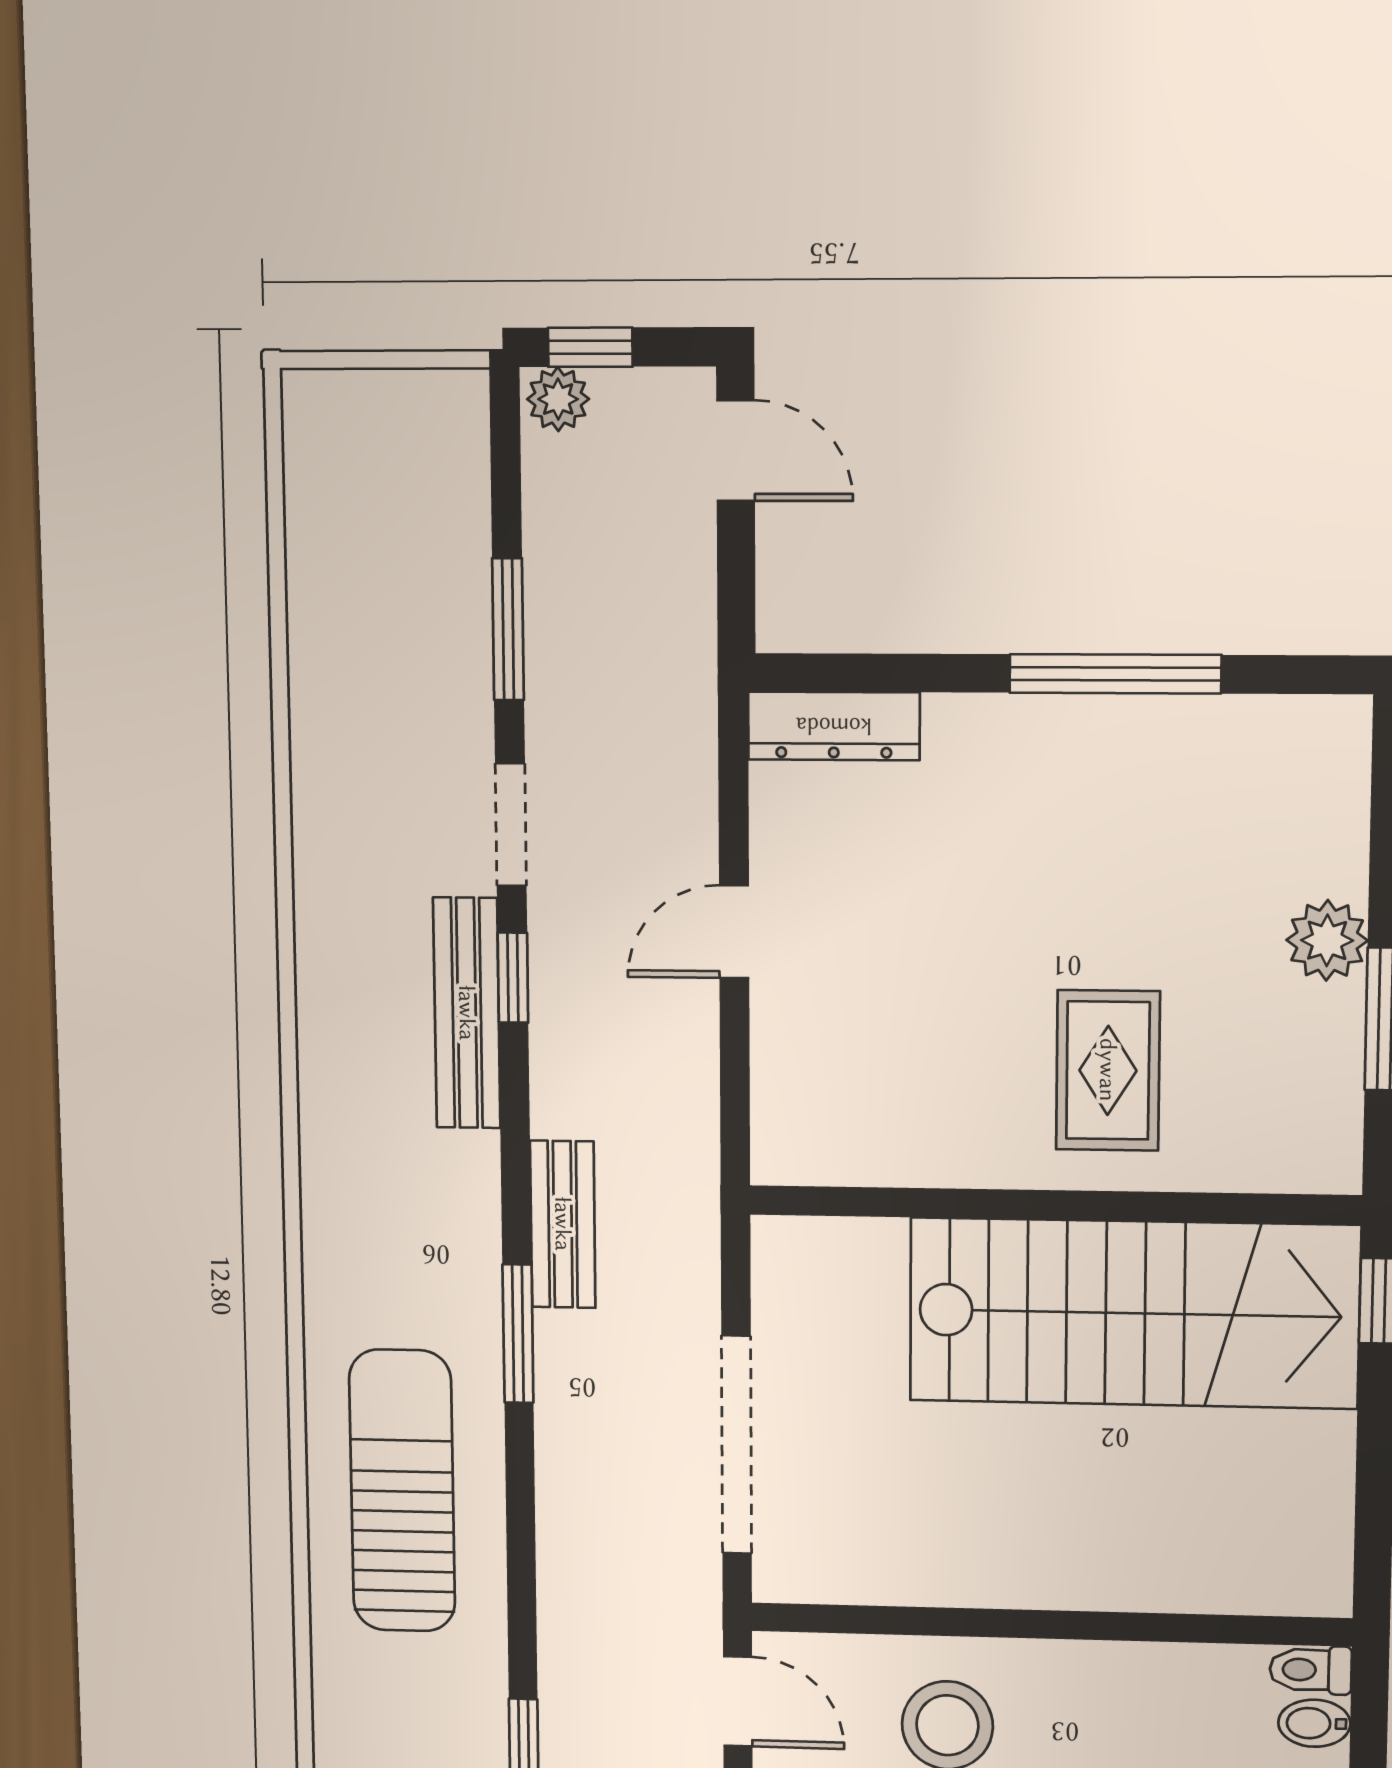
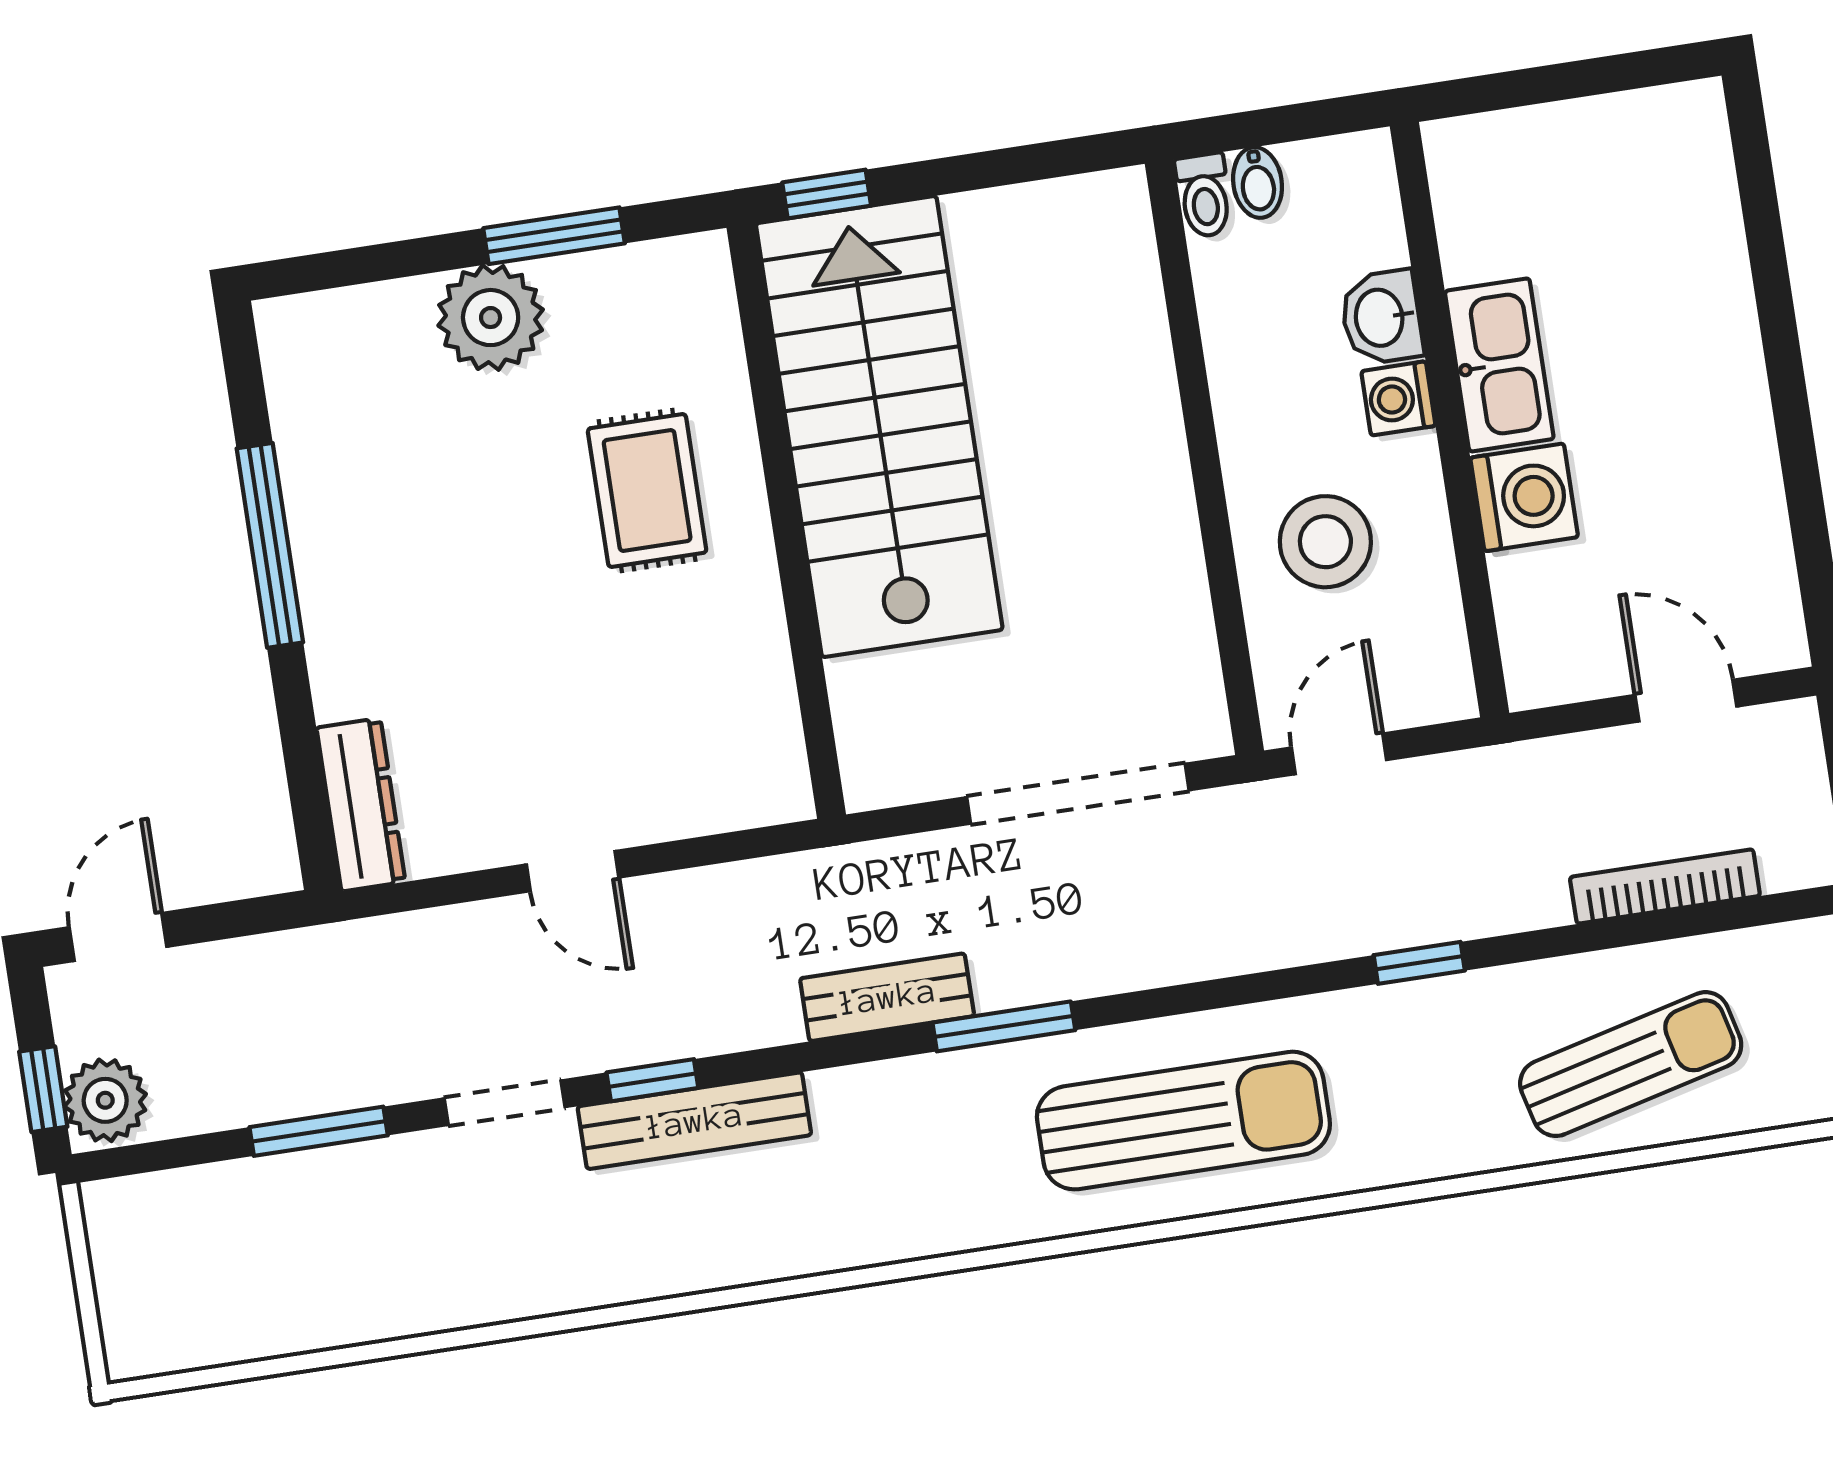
plant: (558, 399) -> (105, 1100), width x1.38, depth x1.38
plant: (1327, 940) -> (491, 318), width x1.36, depth x1.36
rug: (1108, 1070) -> (647, 490), turned 90
sun lounger: (402, 1491) -> (1183, 1121), turned 180

